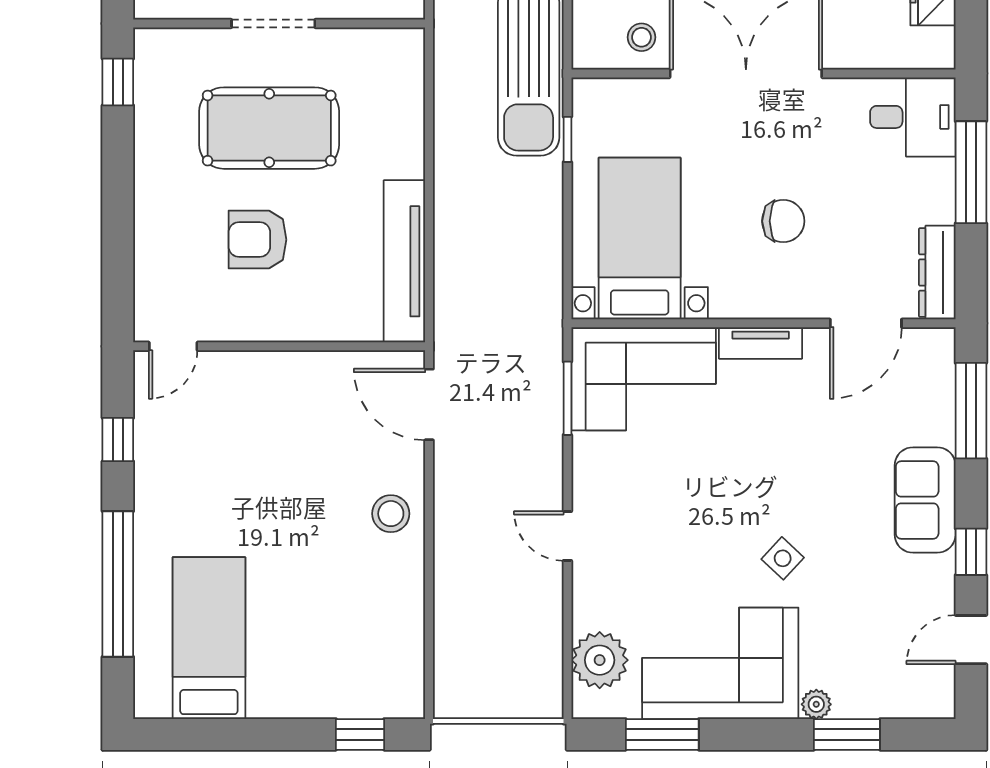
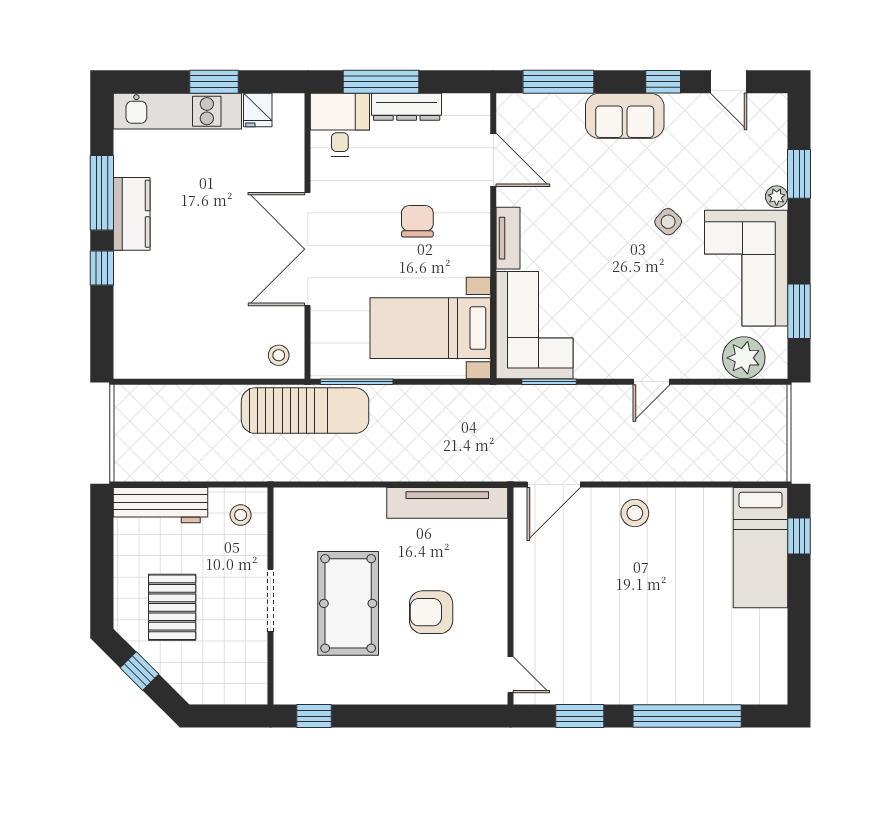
stool: (642, 37) -> (279, 355), moved
window: (567, 139) -> (357, 382), width x2.17
armchair: (257, 240) -> (431, 612), turned 90
dresser: (937, 273) -> (407, 107), moved
window: (118, 440) -> (580, 716), width x1.50
bed: (209, 638) -> (761, 548), moved, turned -90

